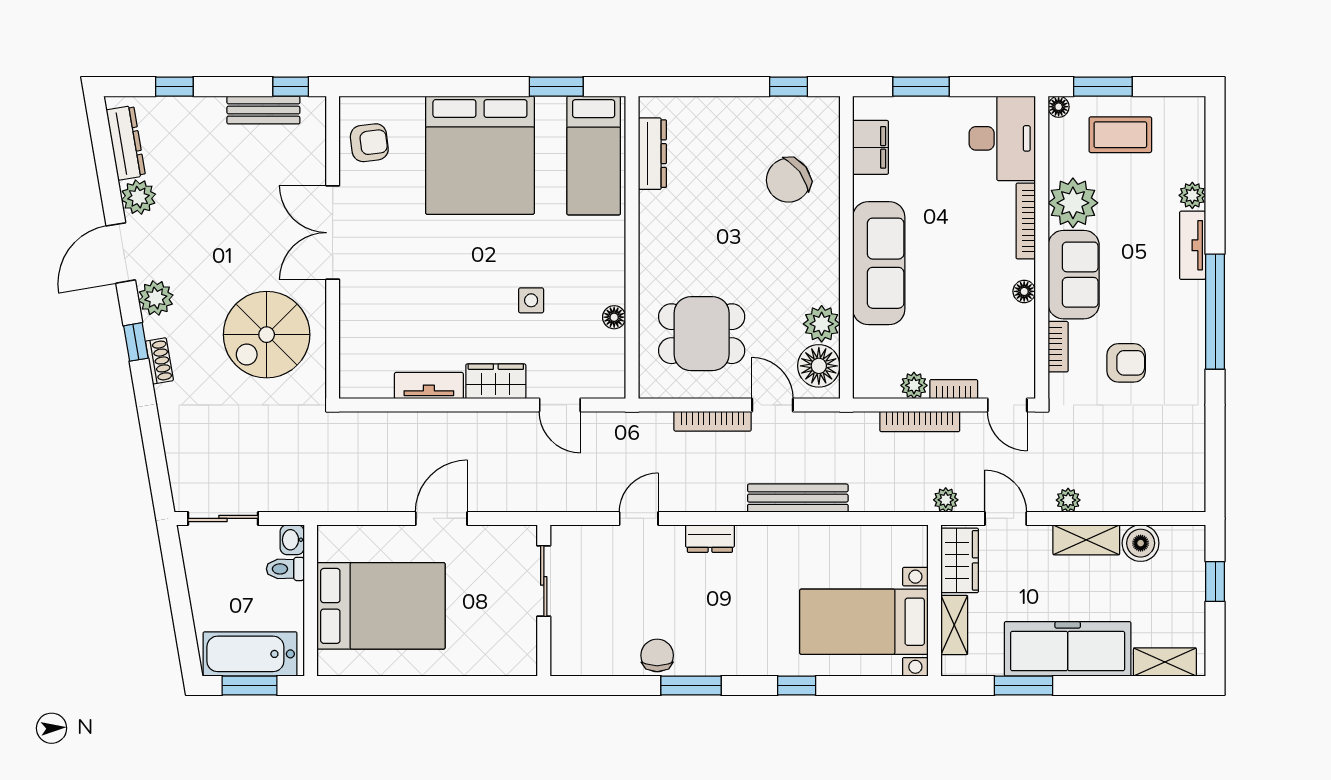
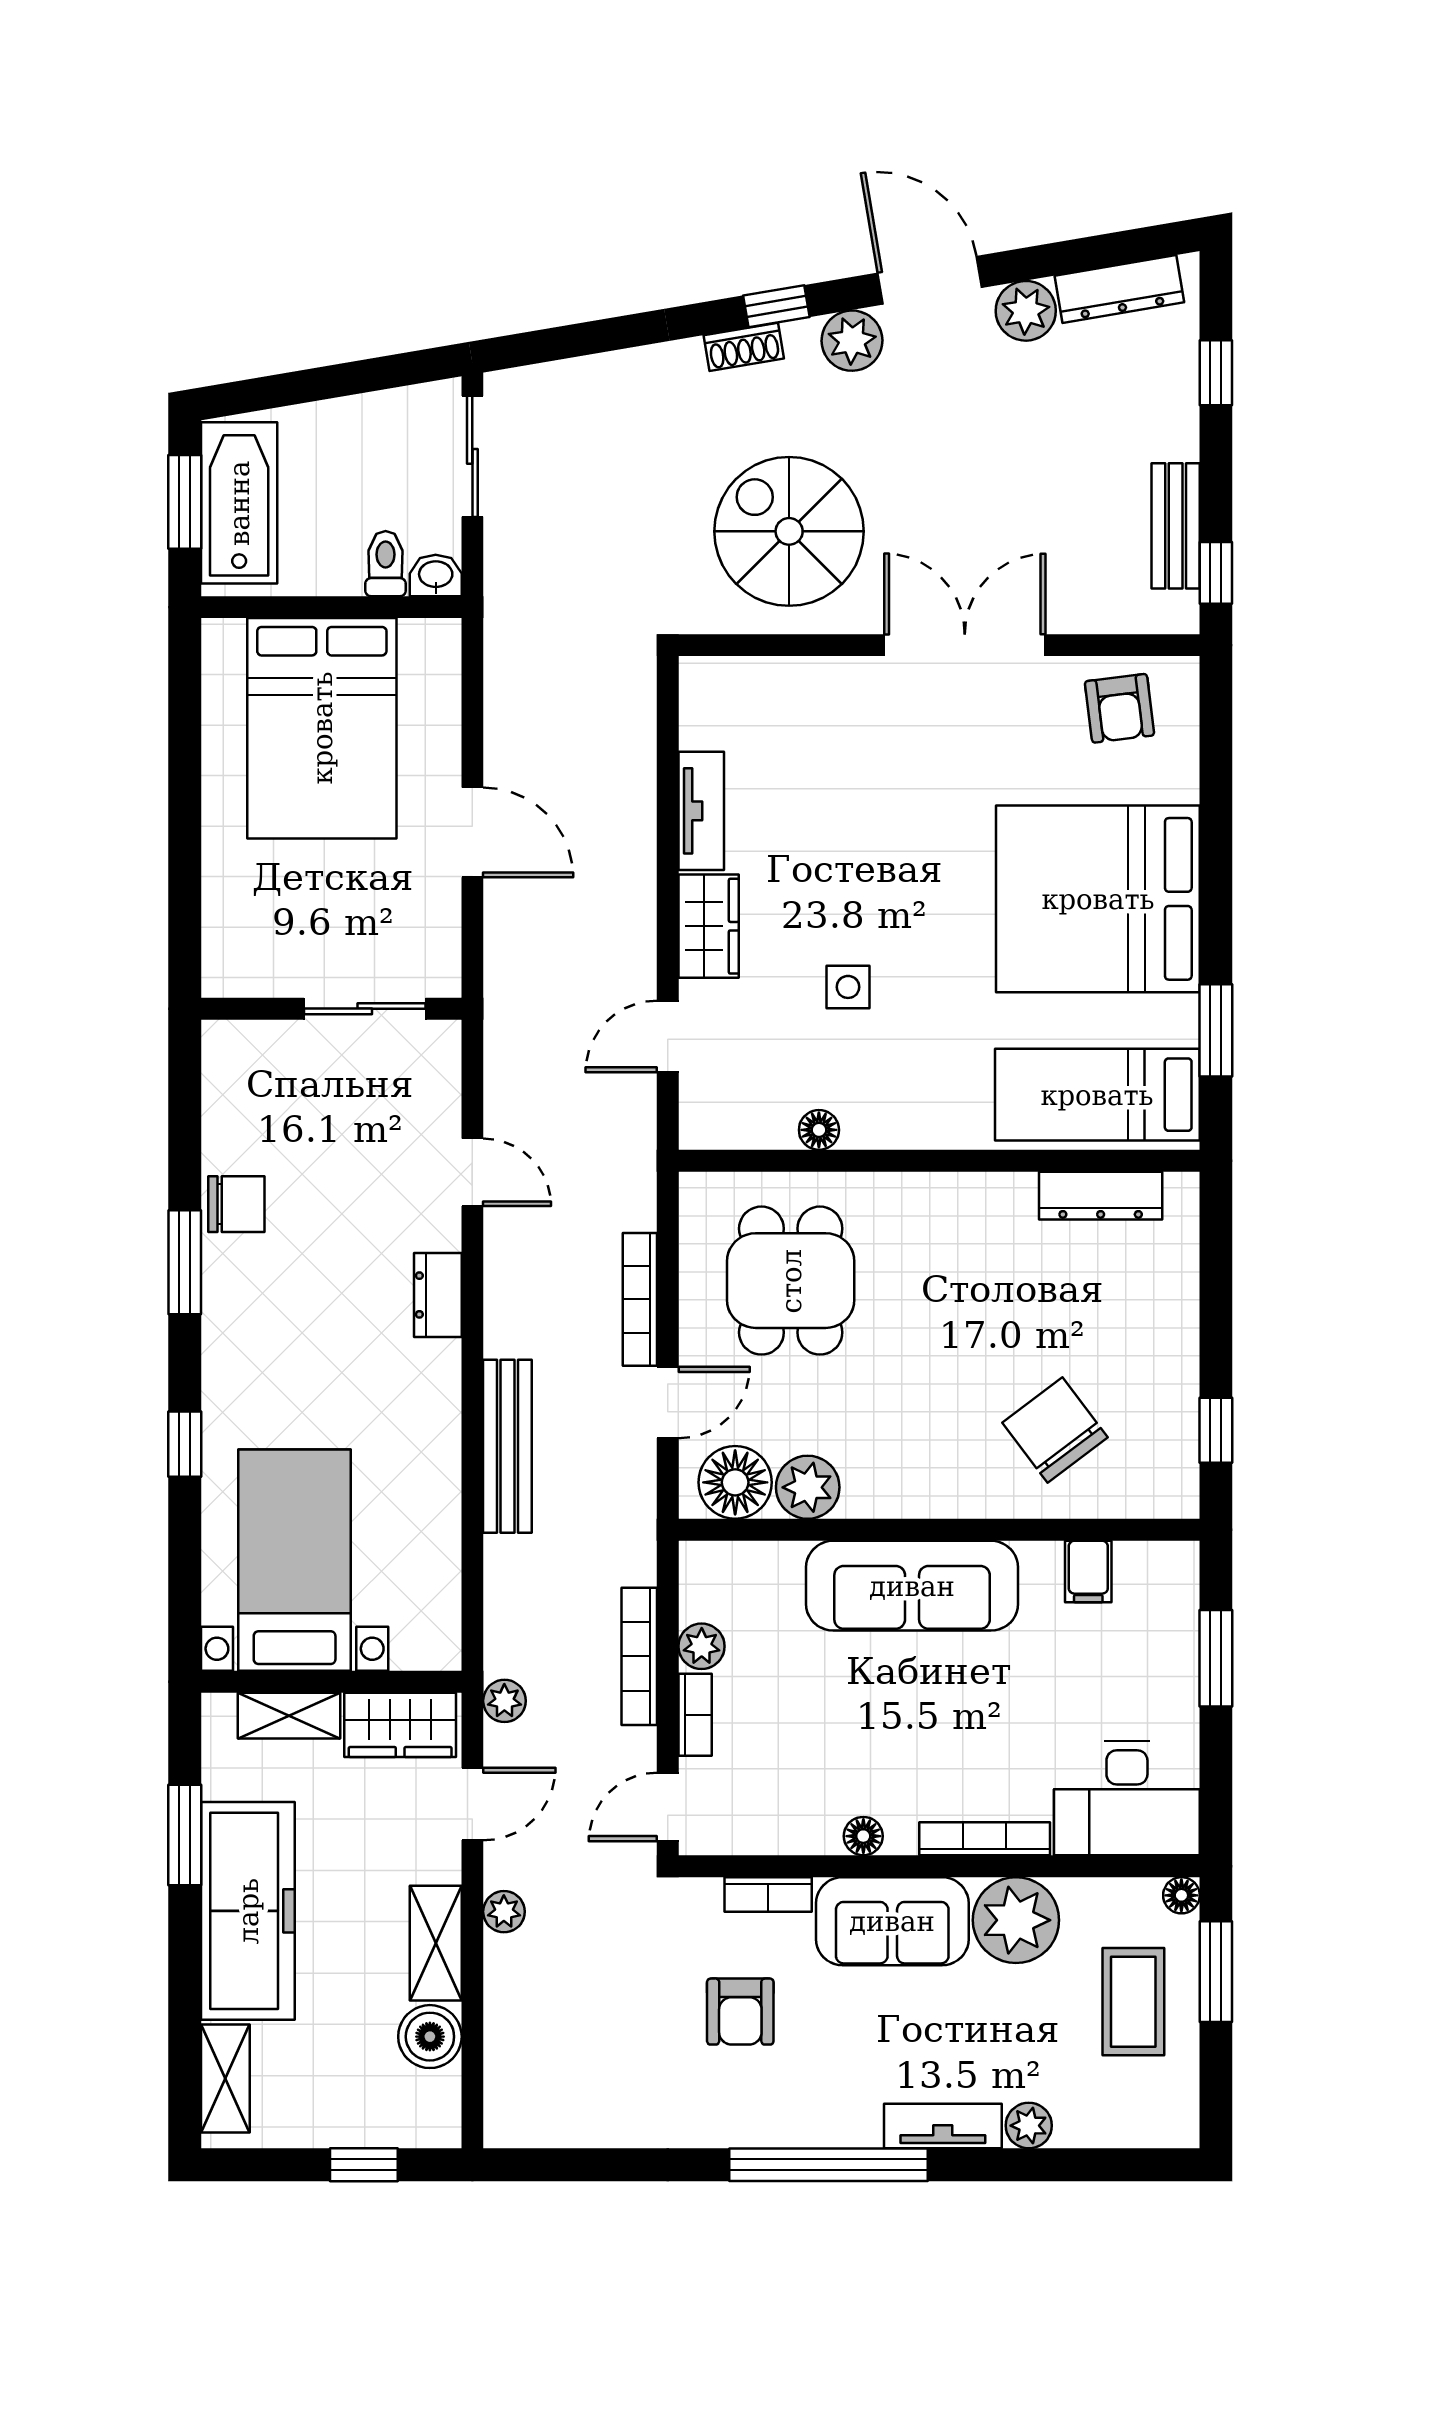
filing cabinet: (871, 147) -> (1088, 1572), width x0.50

